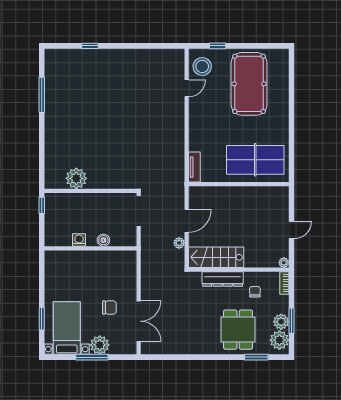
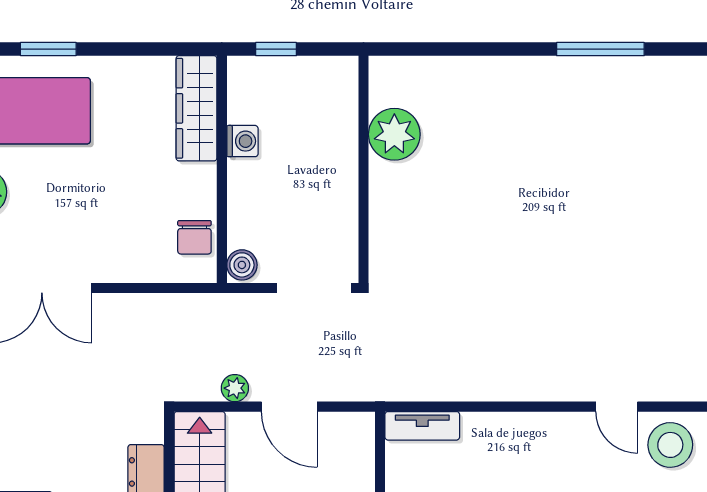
window: (42, 205) -> (276, 49), moved
boiler: (103, 240) -> (242, 265), moved
wardrobe: (66, 259) -> (197, 108), added
chair: (109, 308) -> (194, 237), moved

